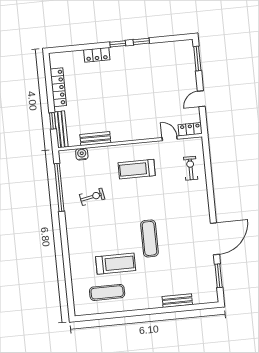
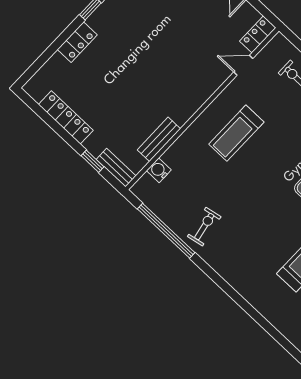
bench: (61, 129) -> (116, 168), width x0.73
exercise bike: (92, 197) -> (204, 227), moved

